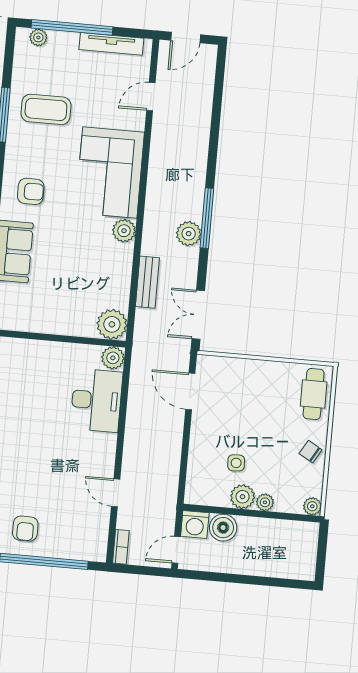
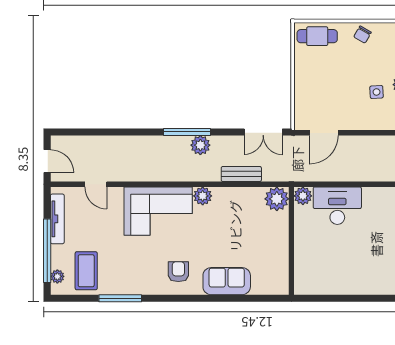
coffee table: (46, 109) -> (86, 271), moved

